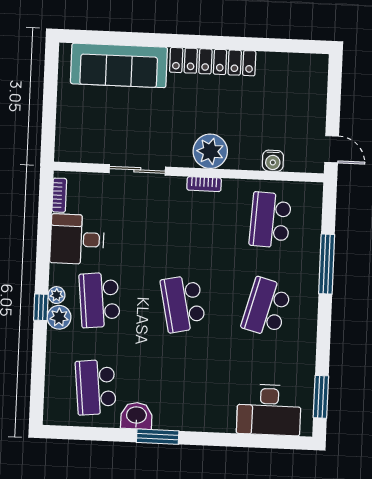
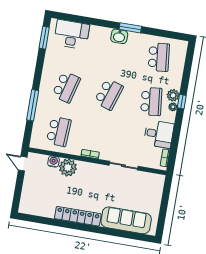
plant: (210, 151) -> (68, 168), moved
school desk: (183, 304) -> (109, 94), turned 30
washbasin: (136, 416) -> (119, 36), moved

